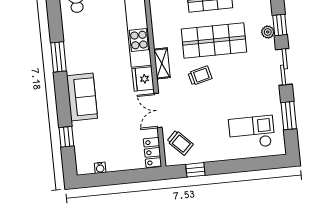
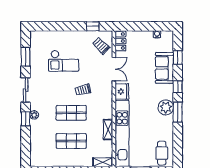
shop shelf: (214, 40) -> (71, 113), width x0.70, depth x0.74
plant: (77, 62) -> (166, 107), added
shelving: (162, 63) -> (108, 129), moved
window: (62, 94) -> (178, 87), added
sofa: (82, 97) -> (164, 68), moved
checkout: (252, 132) -> (64, 61), moved

